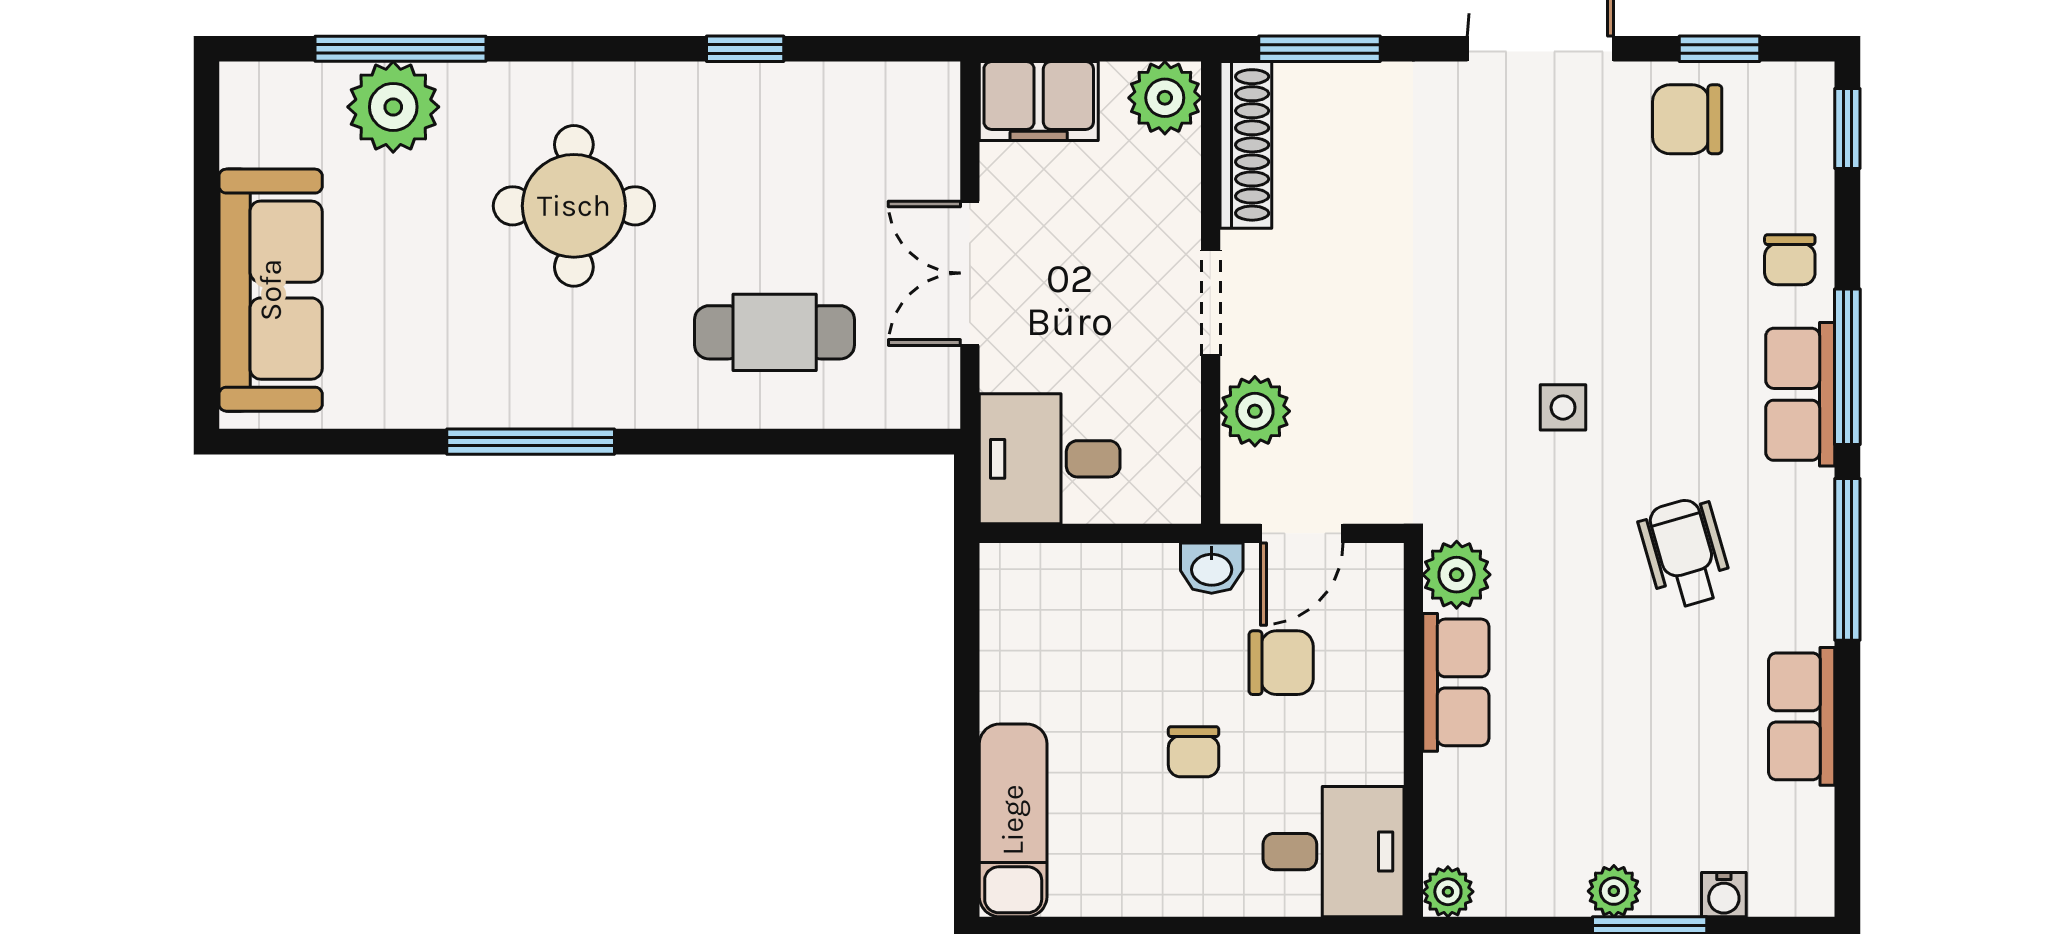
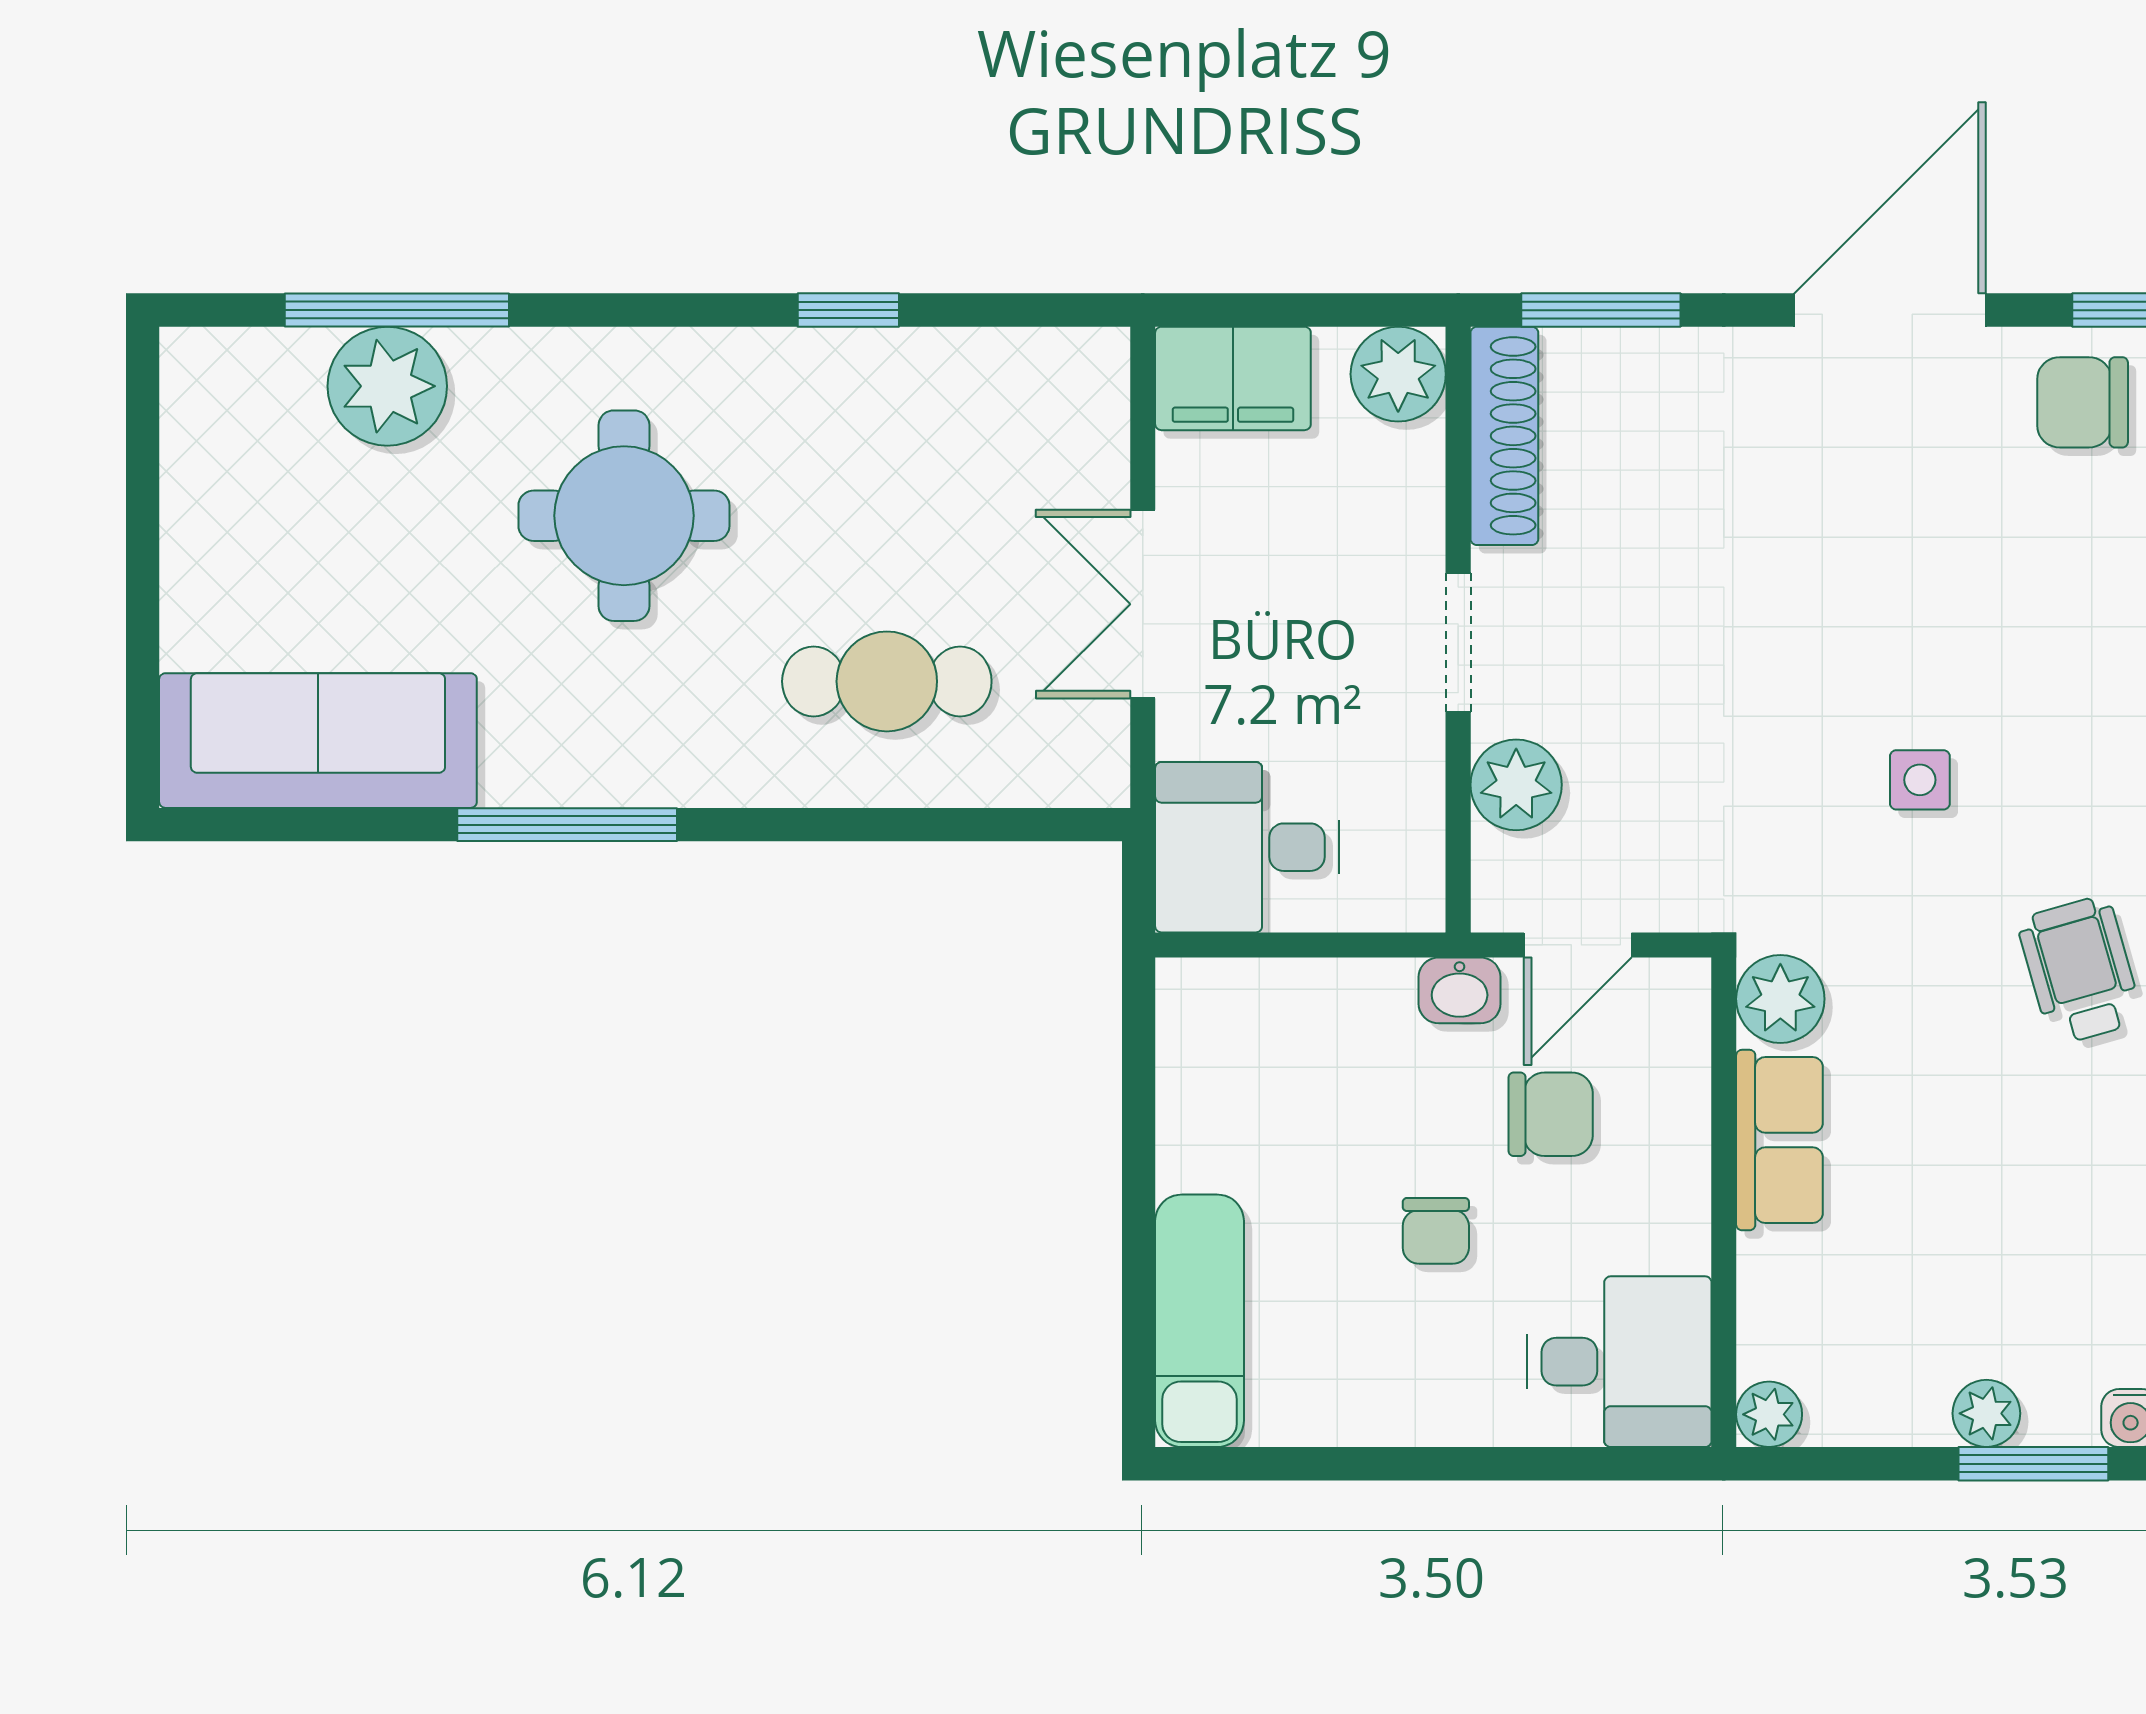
sofa: (271, 290) -> (318, 741), moved, turned -90

